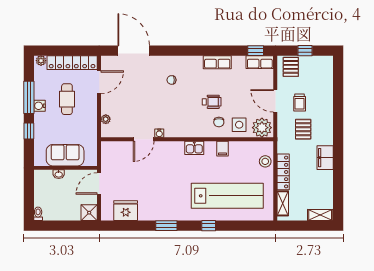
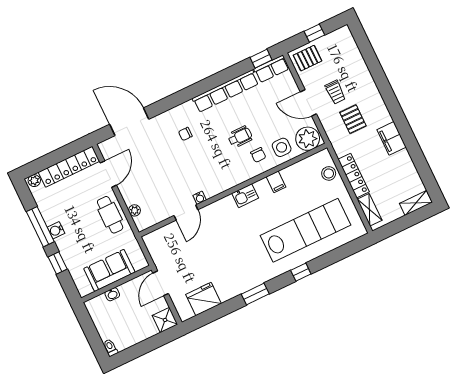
row of seats: (217, 62) -> (226, 91), width x2.02
pallet: (291, 67) -> (307, 58), turned 90
cafe table: (67, 99) -> (110, 215), moved

